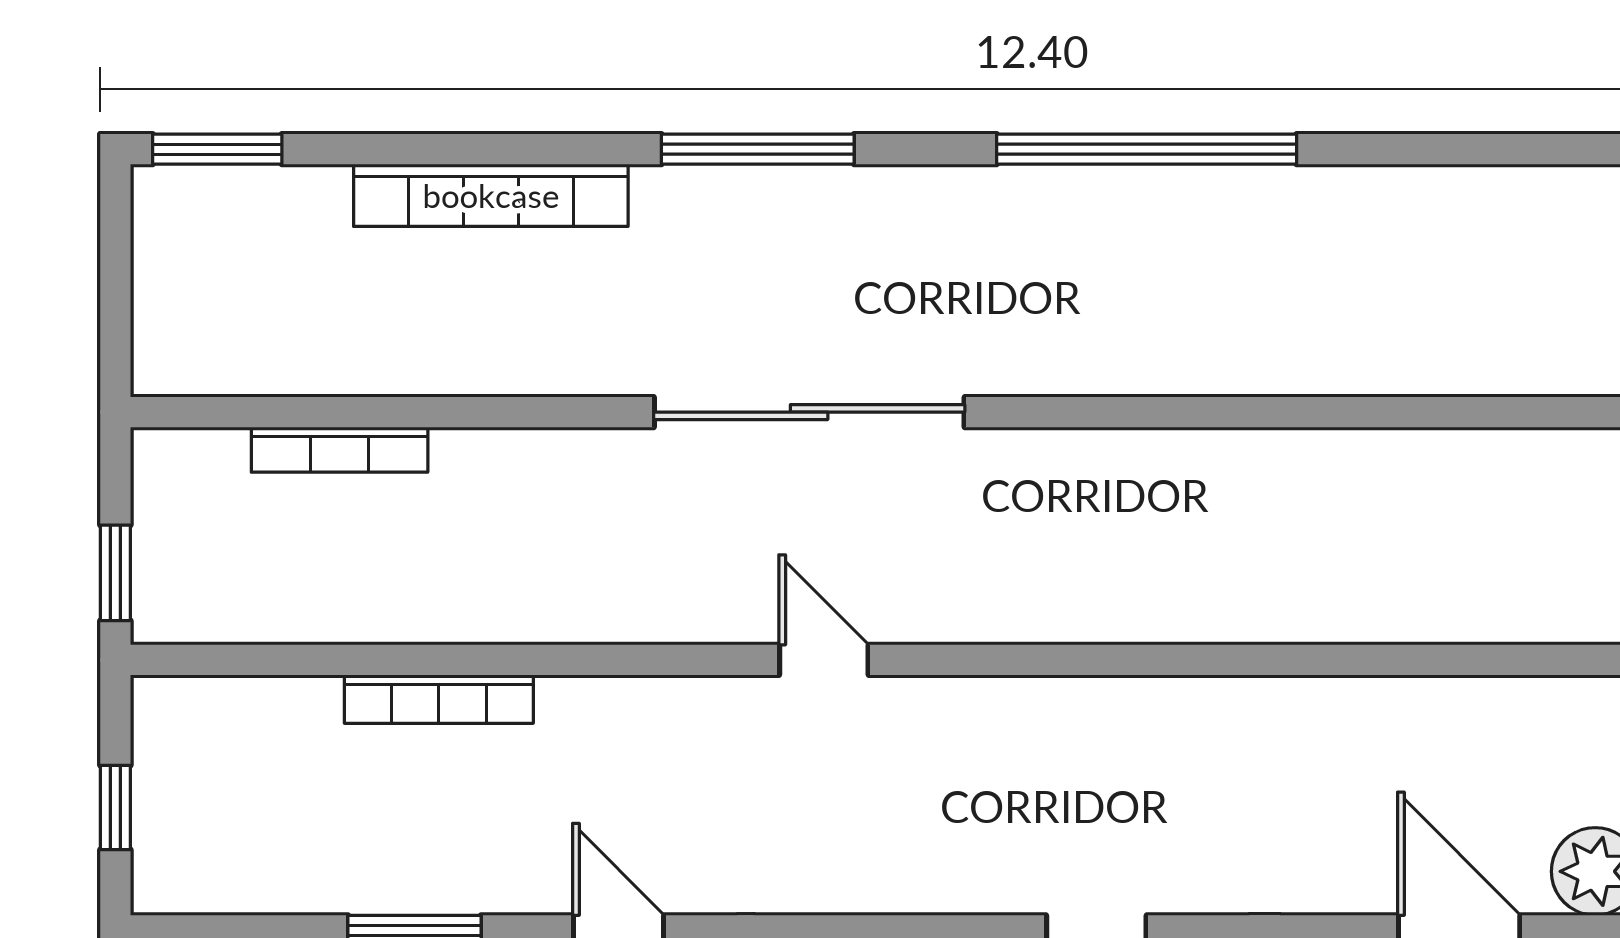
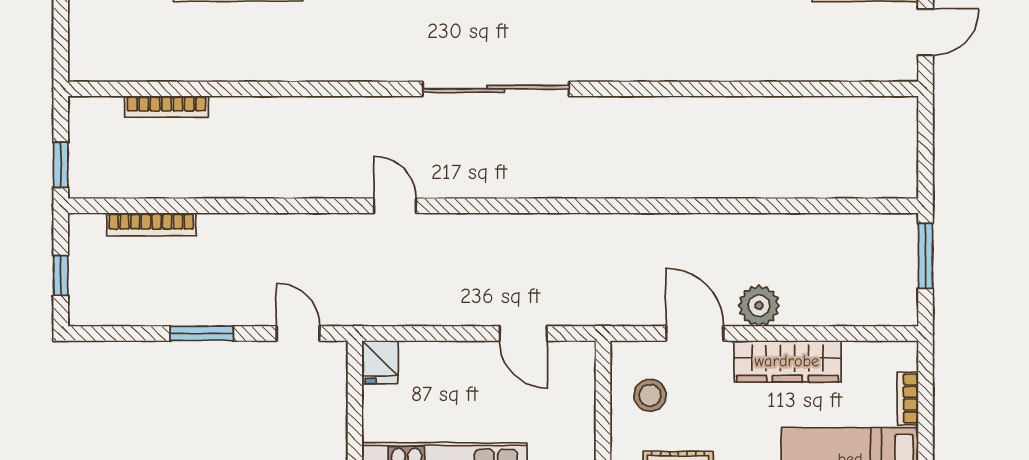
sliding door: (809, 412) -> (496, 89), moved
bookcase: (439, 699) -> (151, 224), moved

